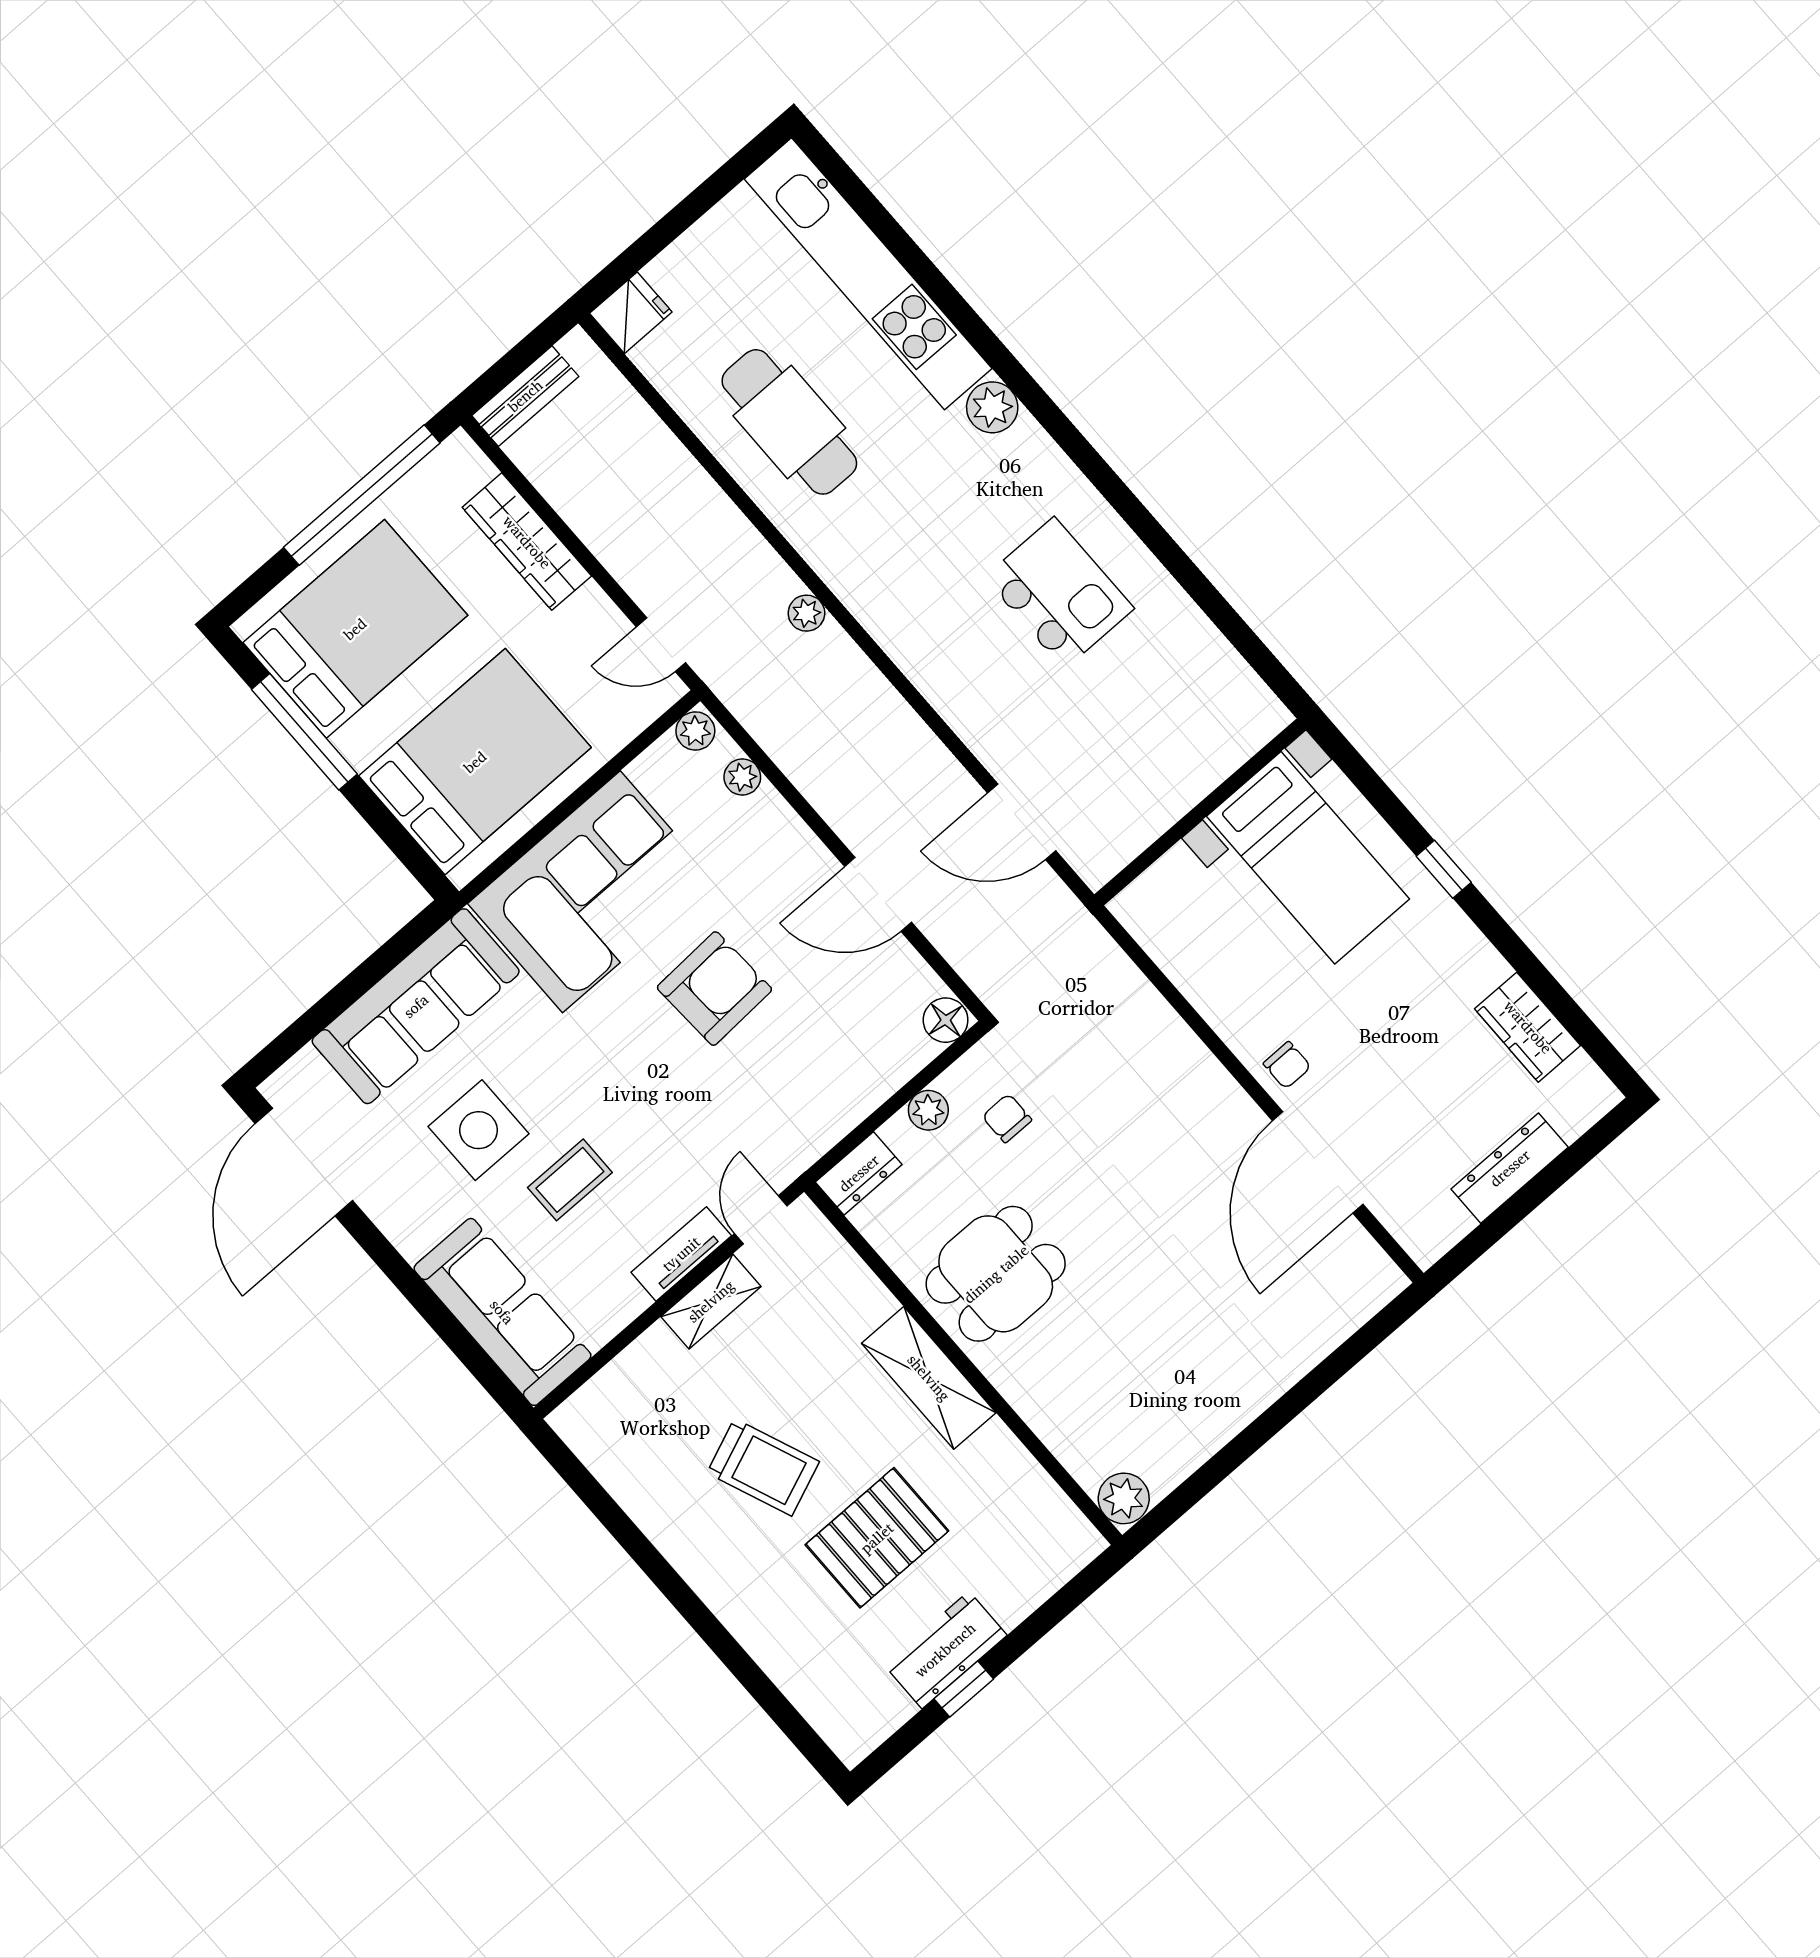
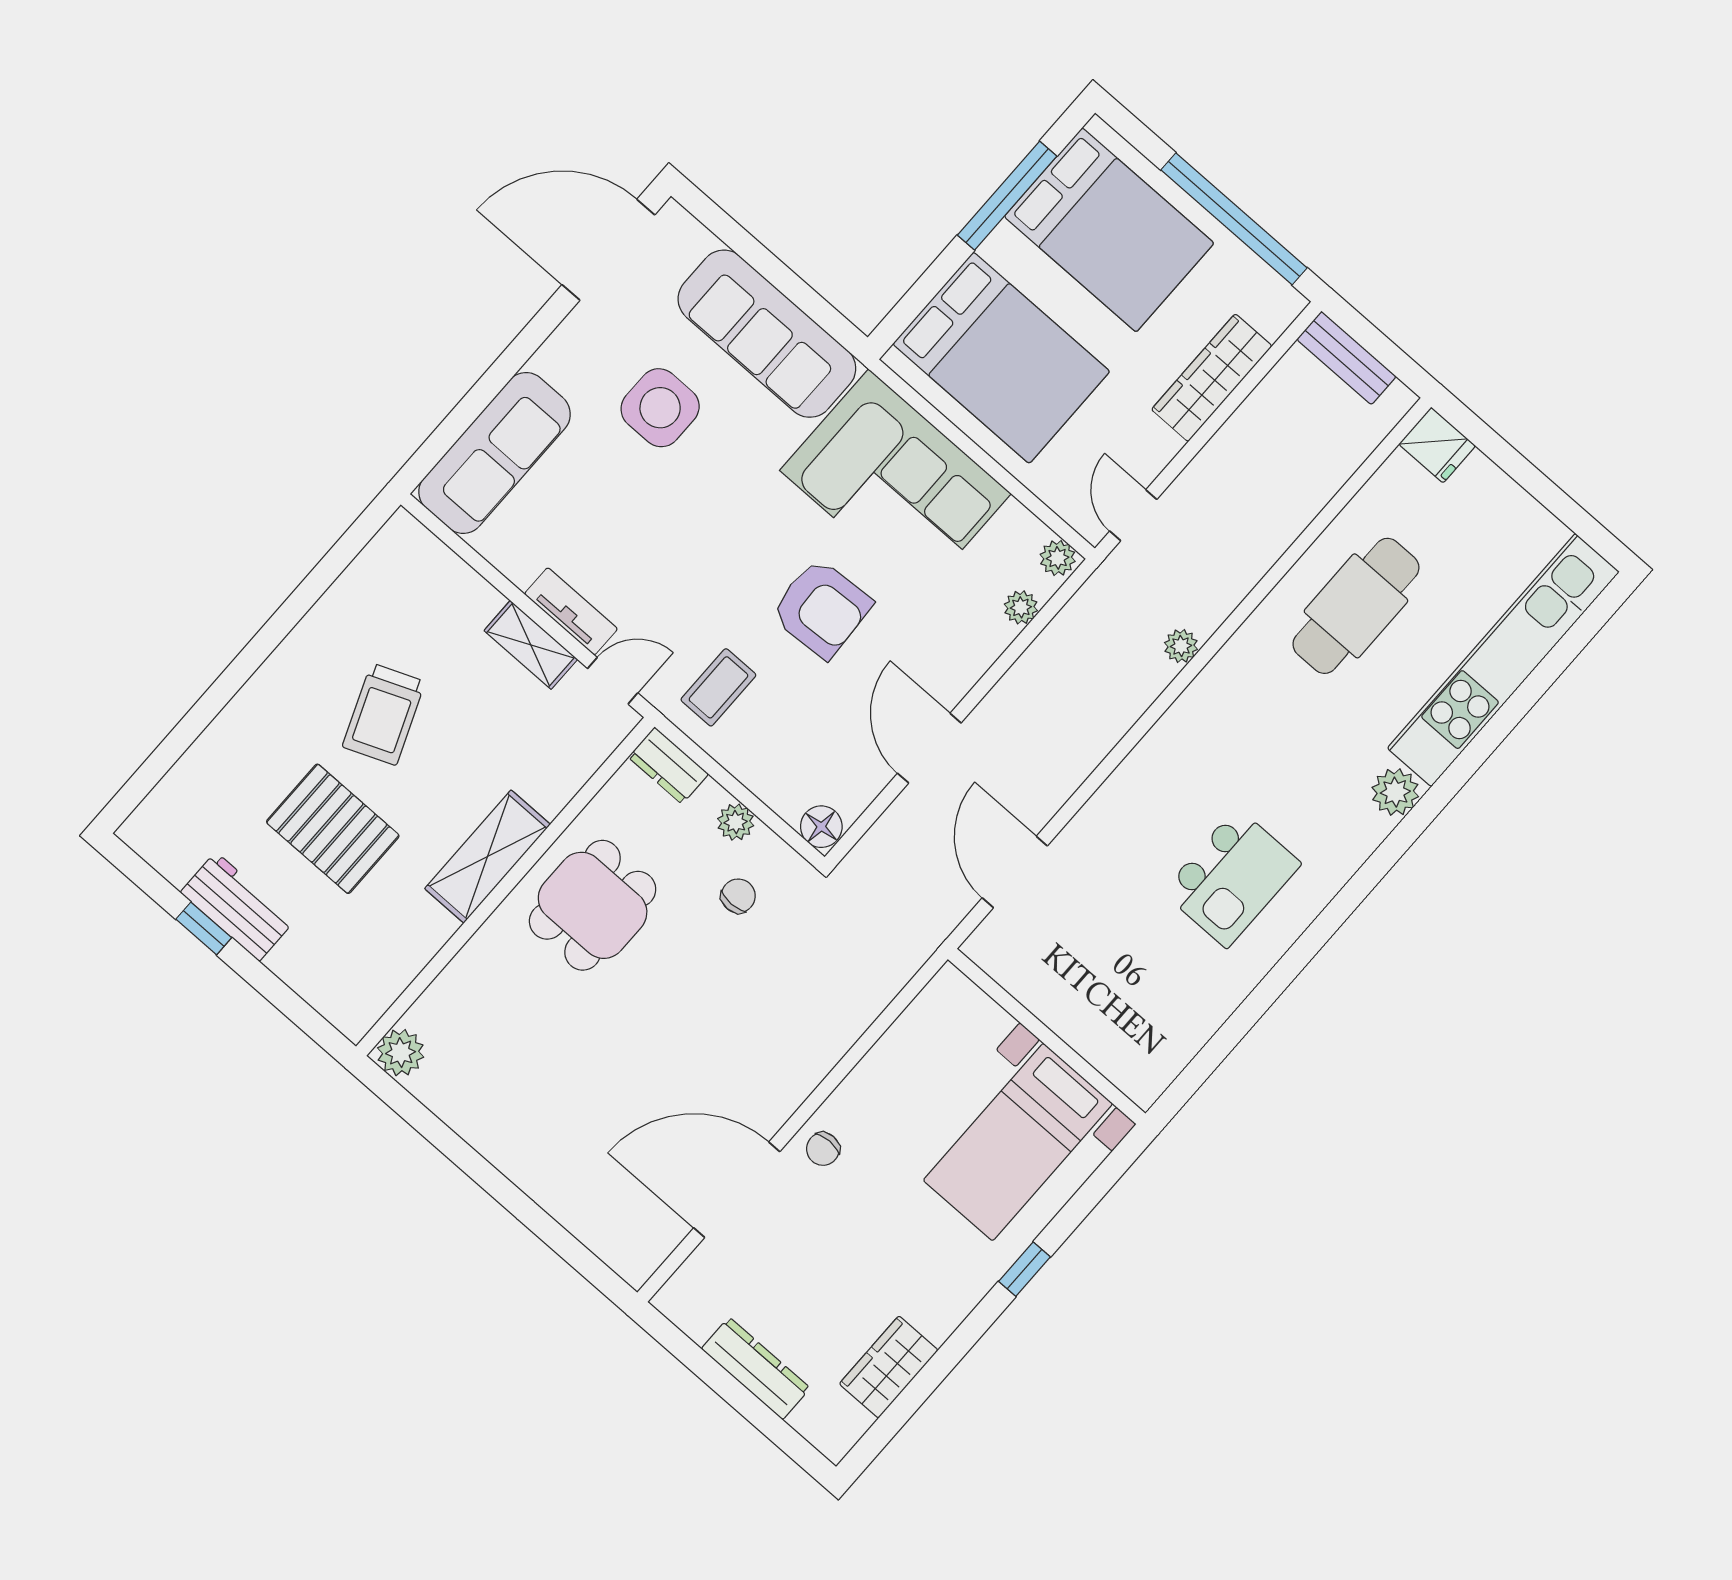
coffee table: (570, 1180) -> (718, 687), moved, turned 90
dining table: (996, 1274) -> (593, 905), turned 90

